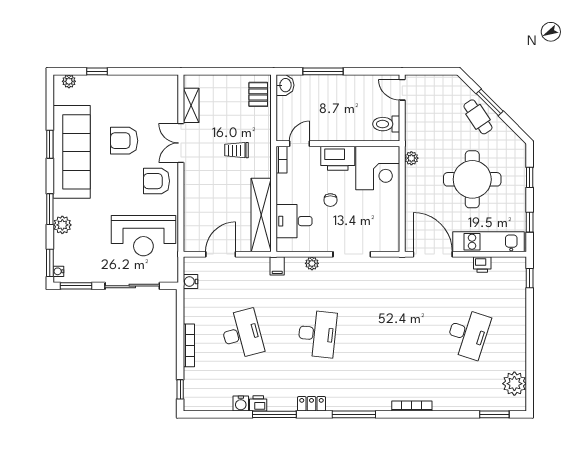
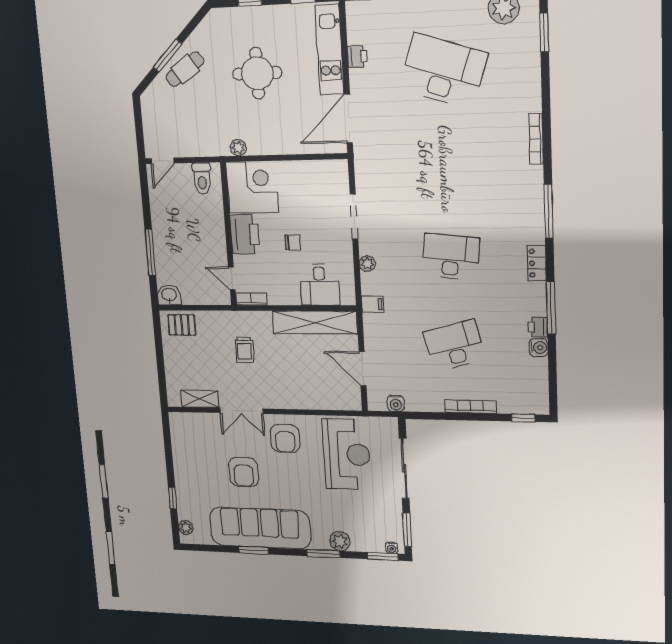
round table: (472, 179) -> (257, 73), width x0.73, depth x0.73
desk: (468, 334) -> (443, 71), width x1.36, depth x1.30

